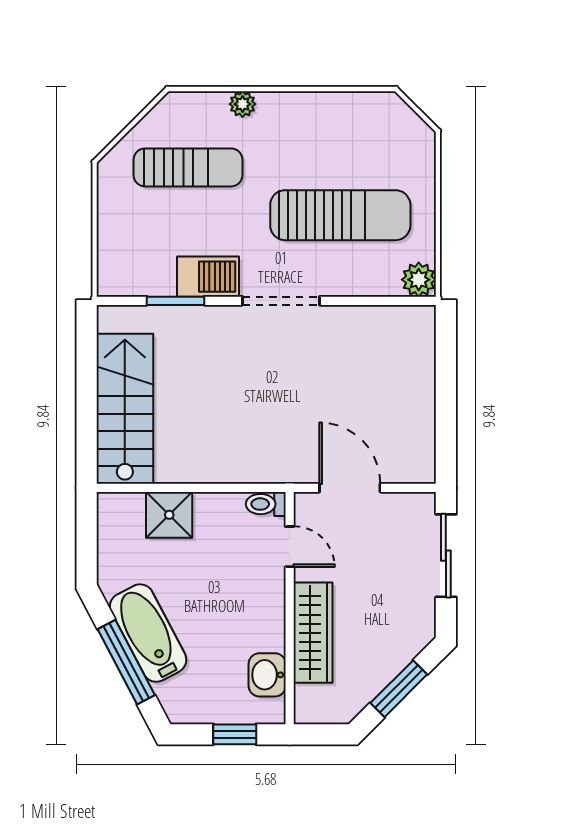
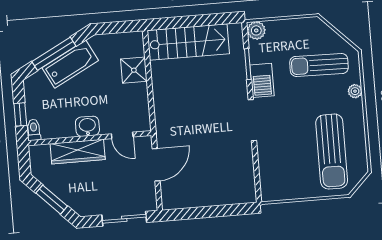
sun lounger: (188, 167) -> (319, 65), turned 91
sun lounger: (340, 215) -> (332, 152), moved
plant: (419, 280) -> (256, 30), moved
toilet: (266, 504) -> (34, 130), moved
door: (290, 547) -> (122, 135), hinge flipped
washbasin: (267, 675) -> (87, 126), moved

